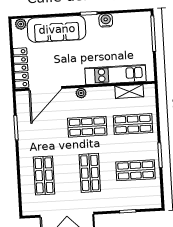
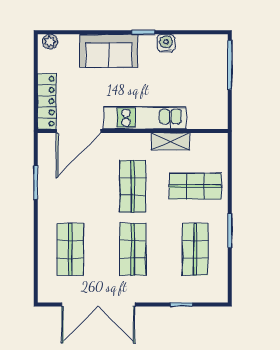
sofa: (57, 29) -> (109, 51), width x0.73
kitchen unit: (115, 75) -> (145, 118), moved
shelving: (129, 91) -> (170, 142), moved
plant: (81, 93) -> (127, 140), removed
shop shelf: (87, 127) -> (133, 186), turned 90
shop shelf: (136, 170) -> (195, 249), turned 90

